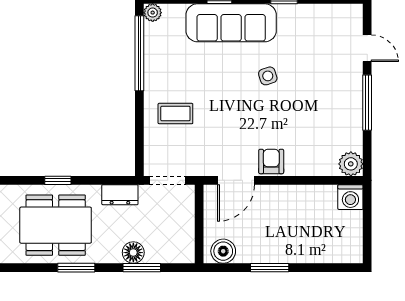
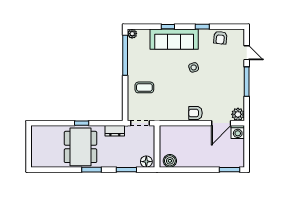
armchair: (318, 20) -> (220, 38), added
armchair: (271, 161) -> (195, 113), turned -90
door: (236, 180) -> (221, 123), moved
dining table: (56, 225) -> (81, 147), turned 90
floor lamp: (133, 253) -> (146, 162), moved
window: (270, 268) -> (230, 170), moved

